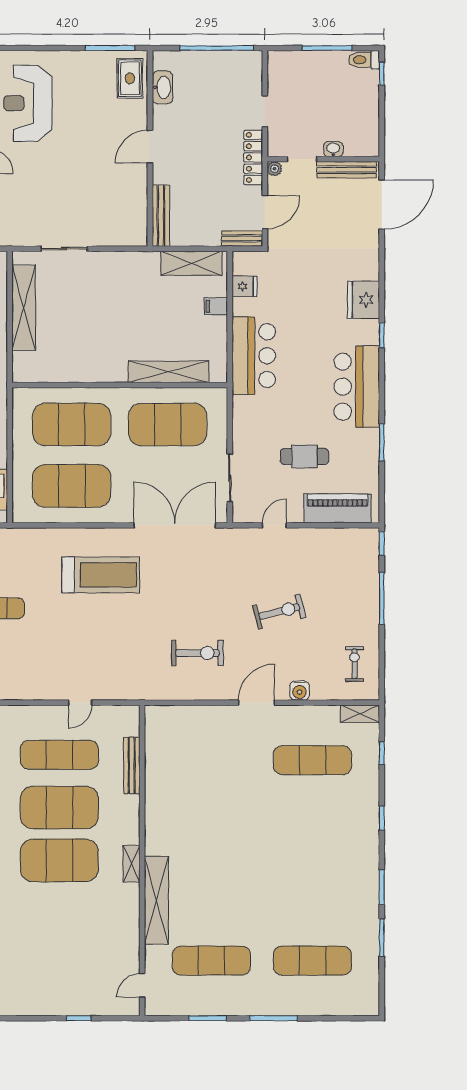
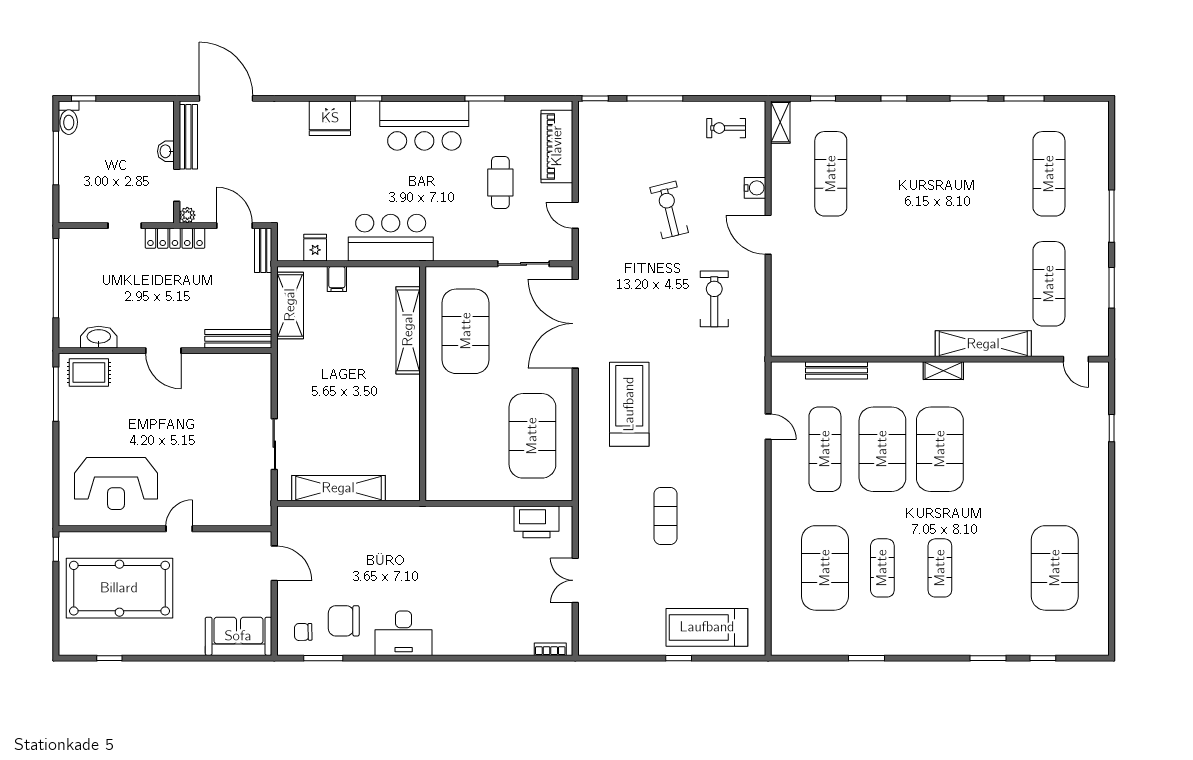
exercise mat: (72, 424) -> (466, 436), removed

